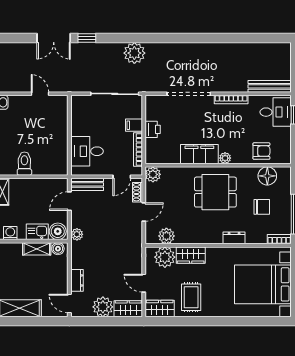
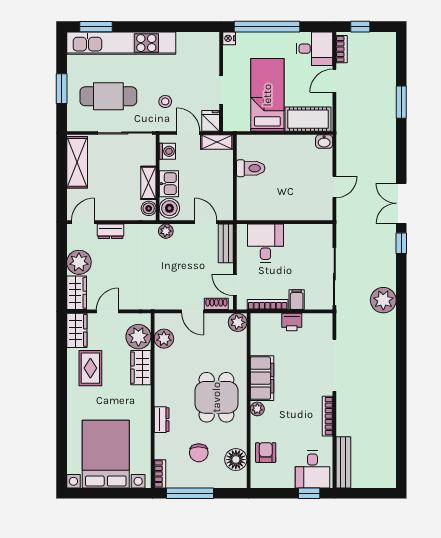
armchair: (261, 151) -> (266, 453), turned 180
rug: (191, 297) -> (90, 368), turned 90

